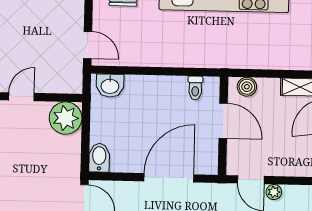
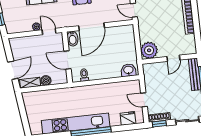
door: (88, 45) -> (144, 100), moved
boiler: (247, 87) -> (46, 81), moved
bidet: (99, 158) -> (73, 39), moved

